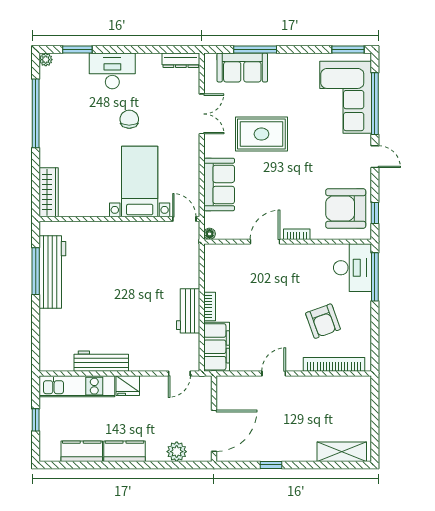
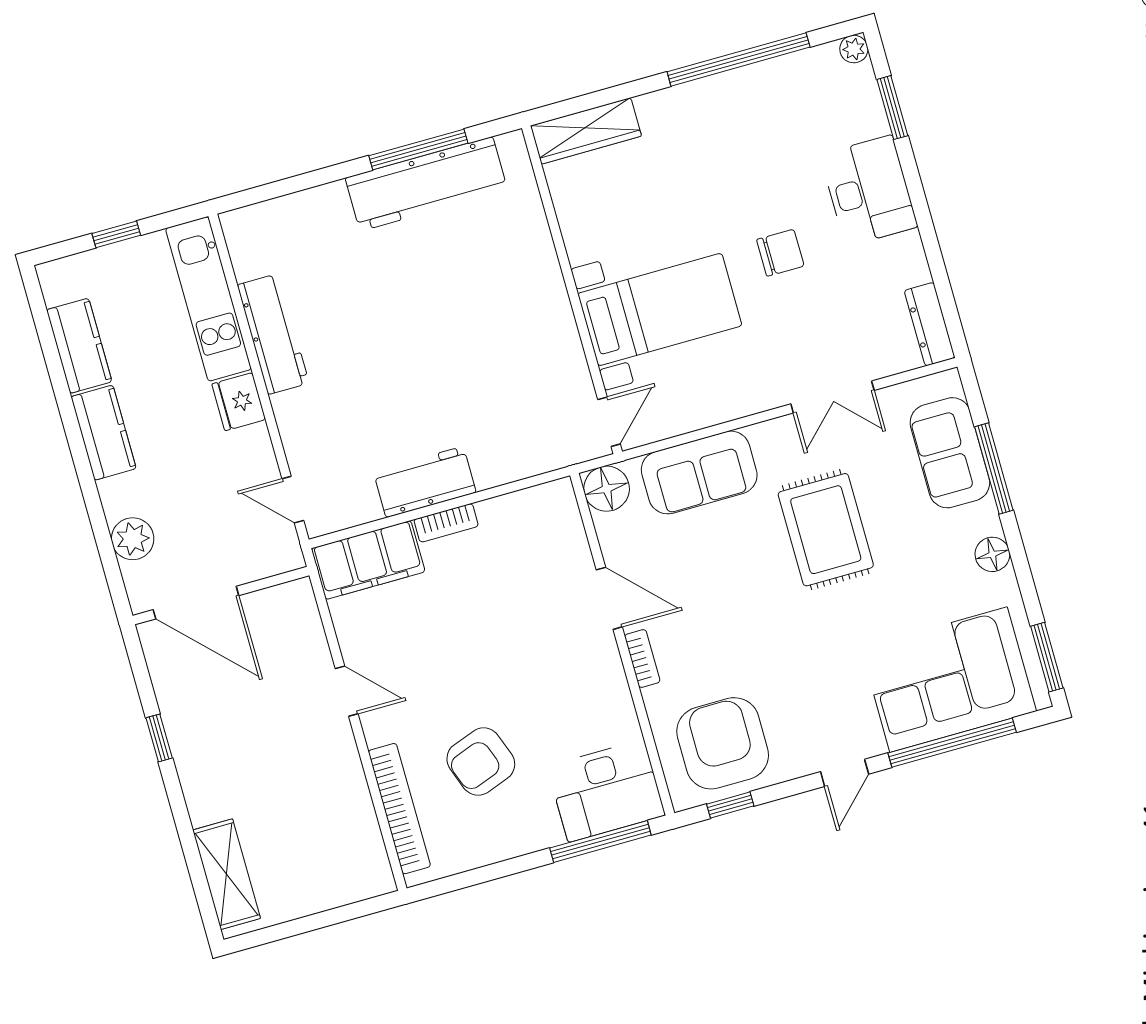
floor lamp: (294, 61) -> (992, 554), added
floor lamp: (210, 234) -> (607, 489), width x1.89, depth x1.89

